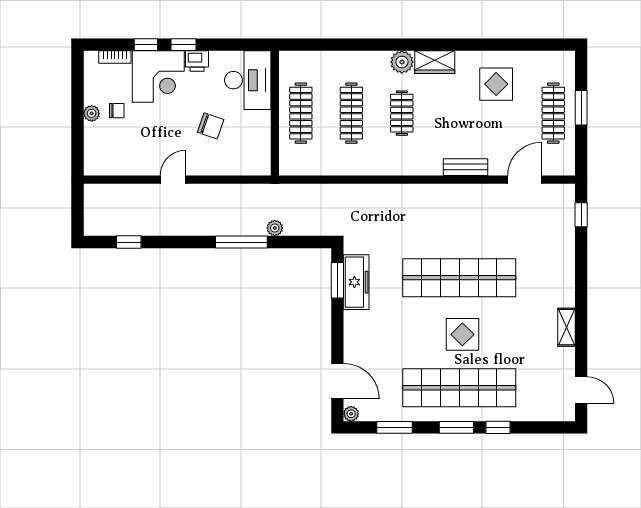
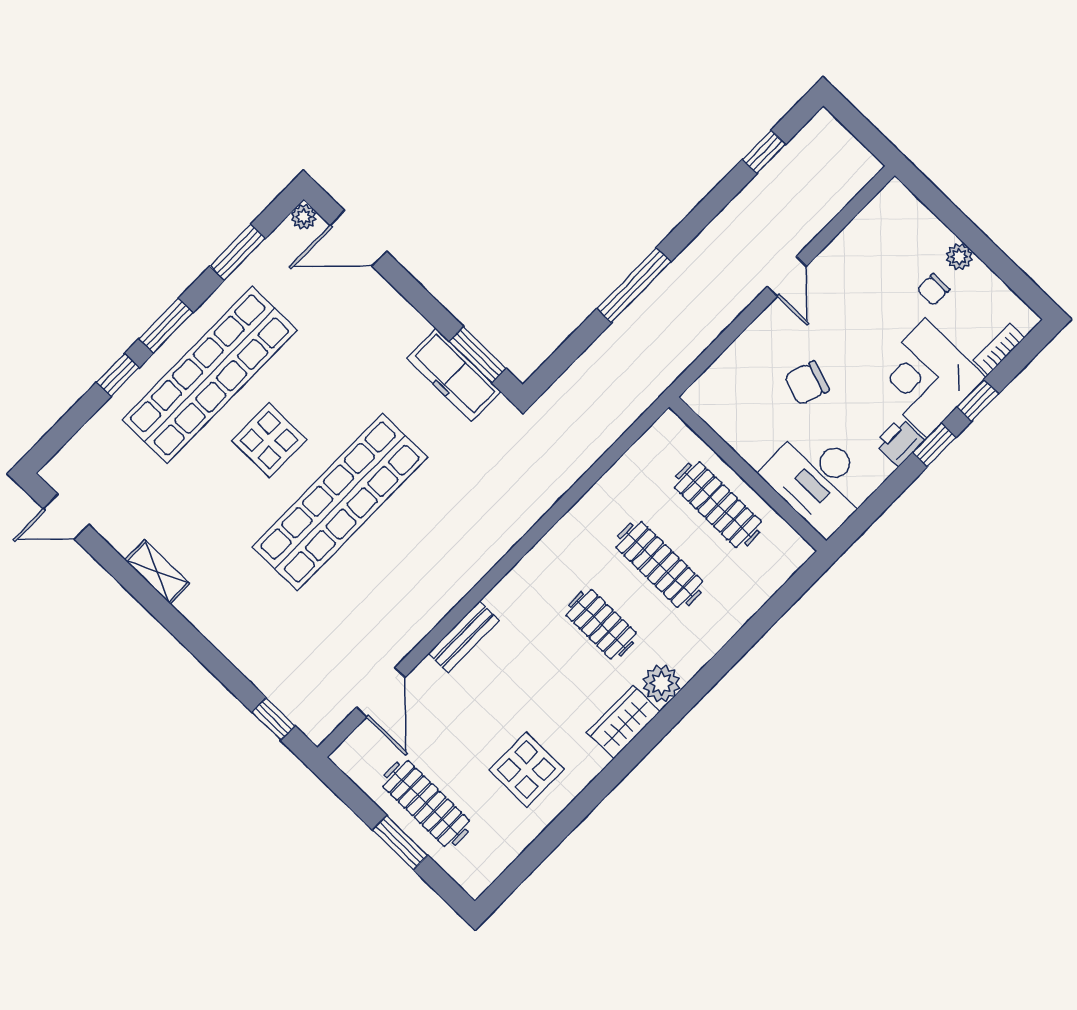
plant: (275, 228) -> (612, 341), removed

